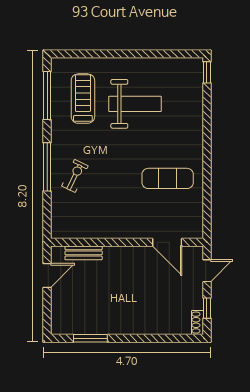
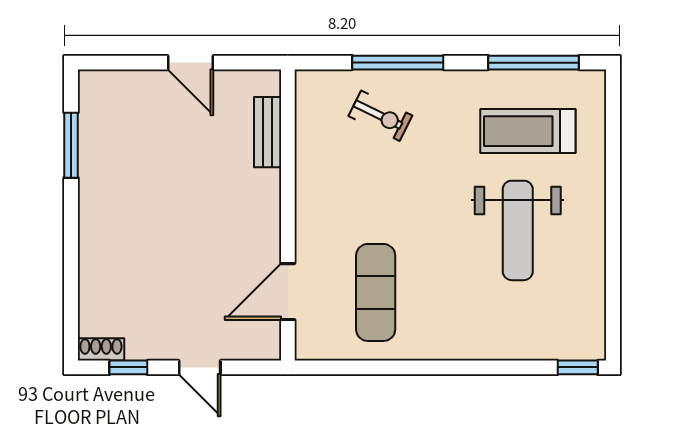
treadmill: (83, 99) -> (528, 131), turned 180
wall: (127, 242) -> (288, 215), moved
door: (167, 242) -> (288, 292), moved
bench: (84, 253) -> (268, 132), moved

